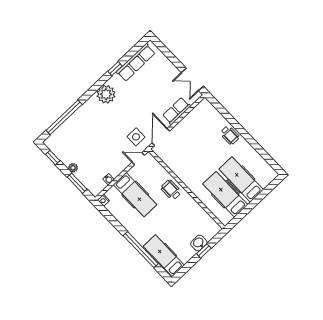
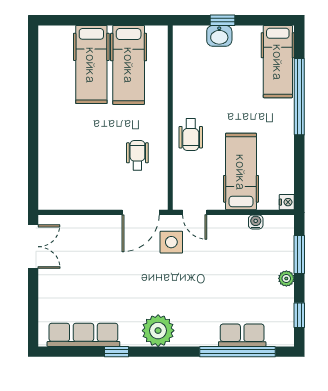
row of seats: (177, 111) -> (242, 335), moved, turned 180
wheelchair: (230, 135) -> (137, 155), moved

